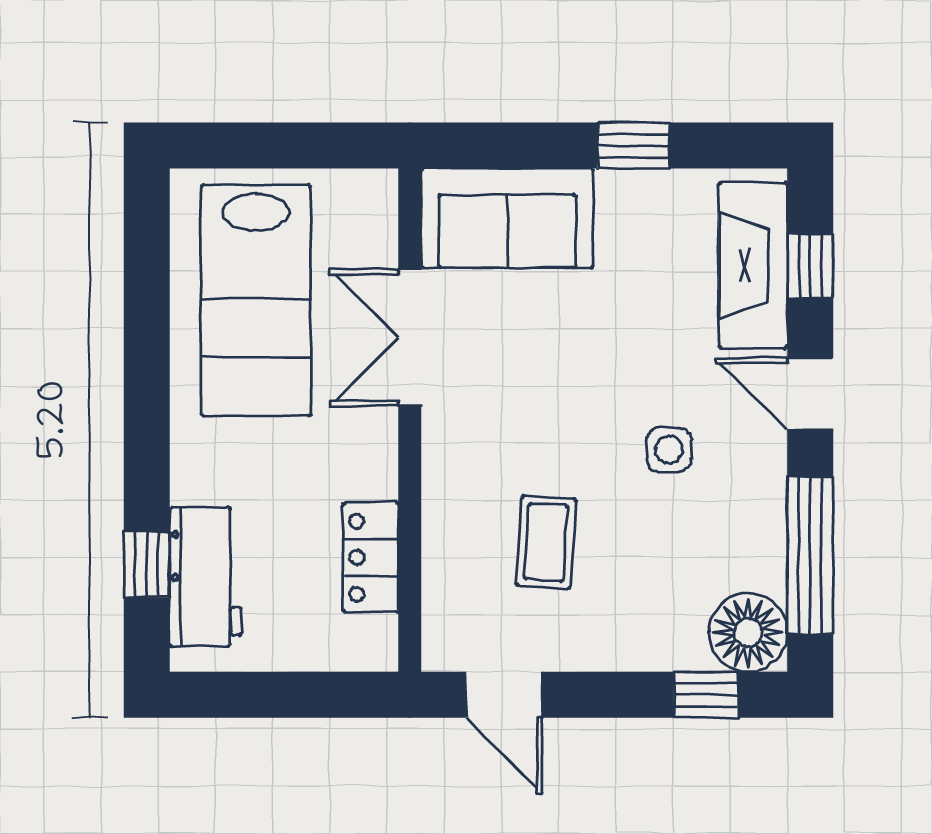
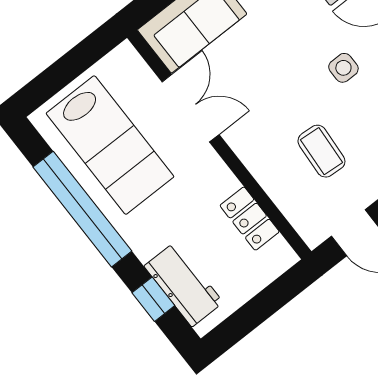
double door: (410, 337) -> (191, 108), swing flipped
window: (147, 360) -> (82, 209), added

